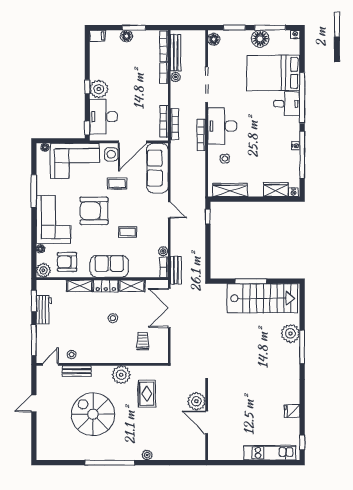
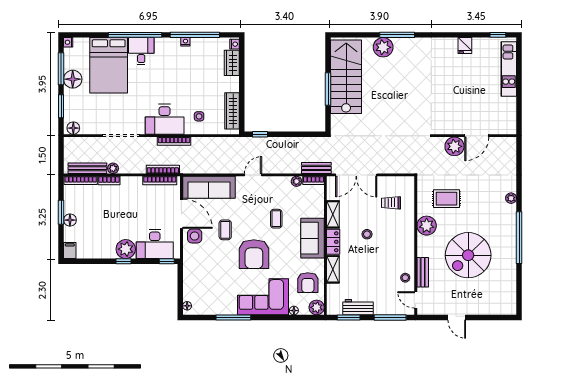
corner sofa: (75, 161) -> (201, 274), removed

